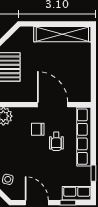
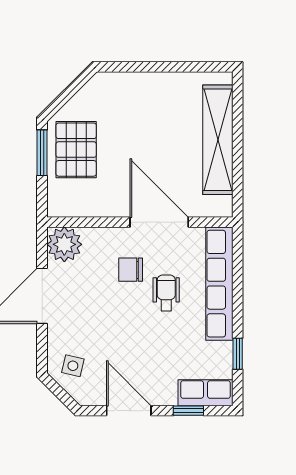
shelving: (62, 34) -> (218, 140), moved, turned 90
wheelchair: (56, 141) -> (166, 293), turned 180

